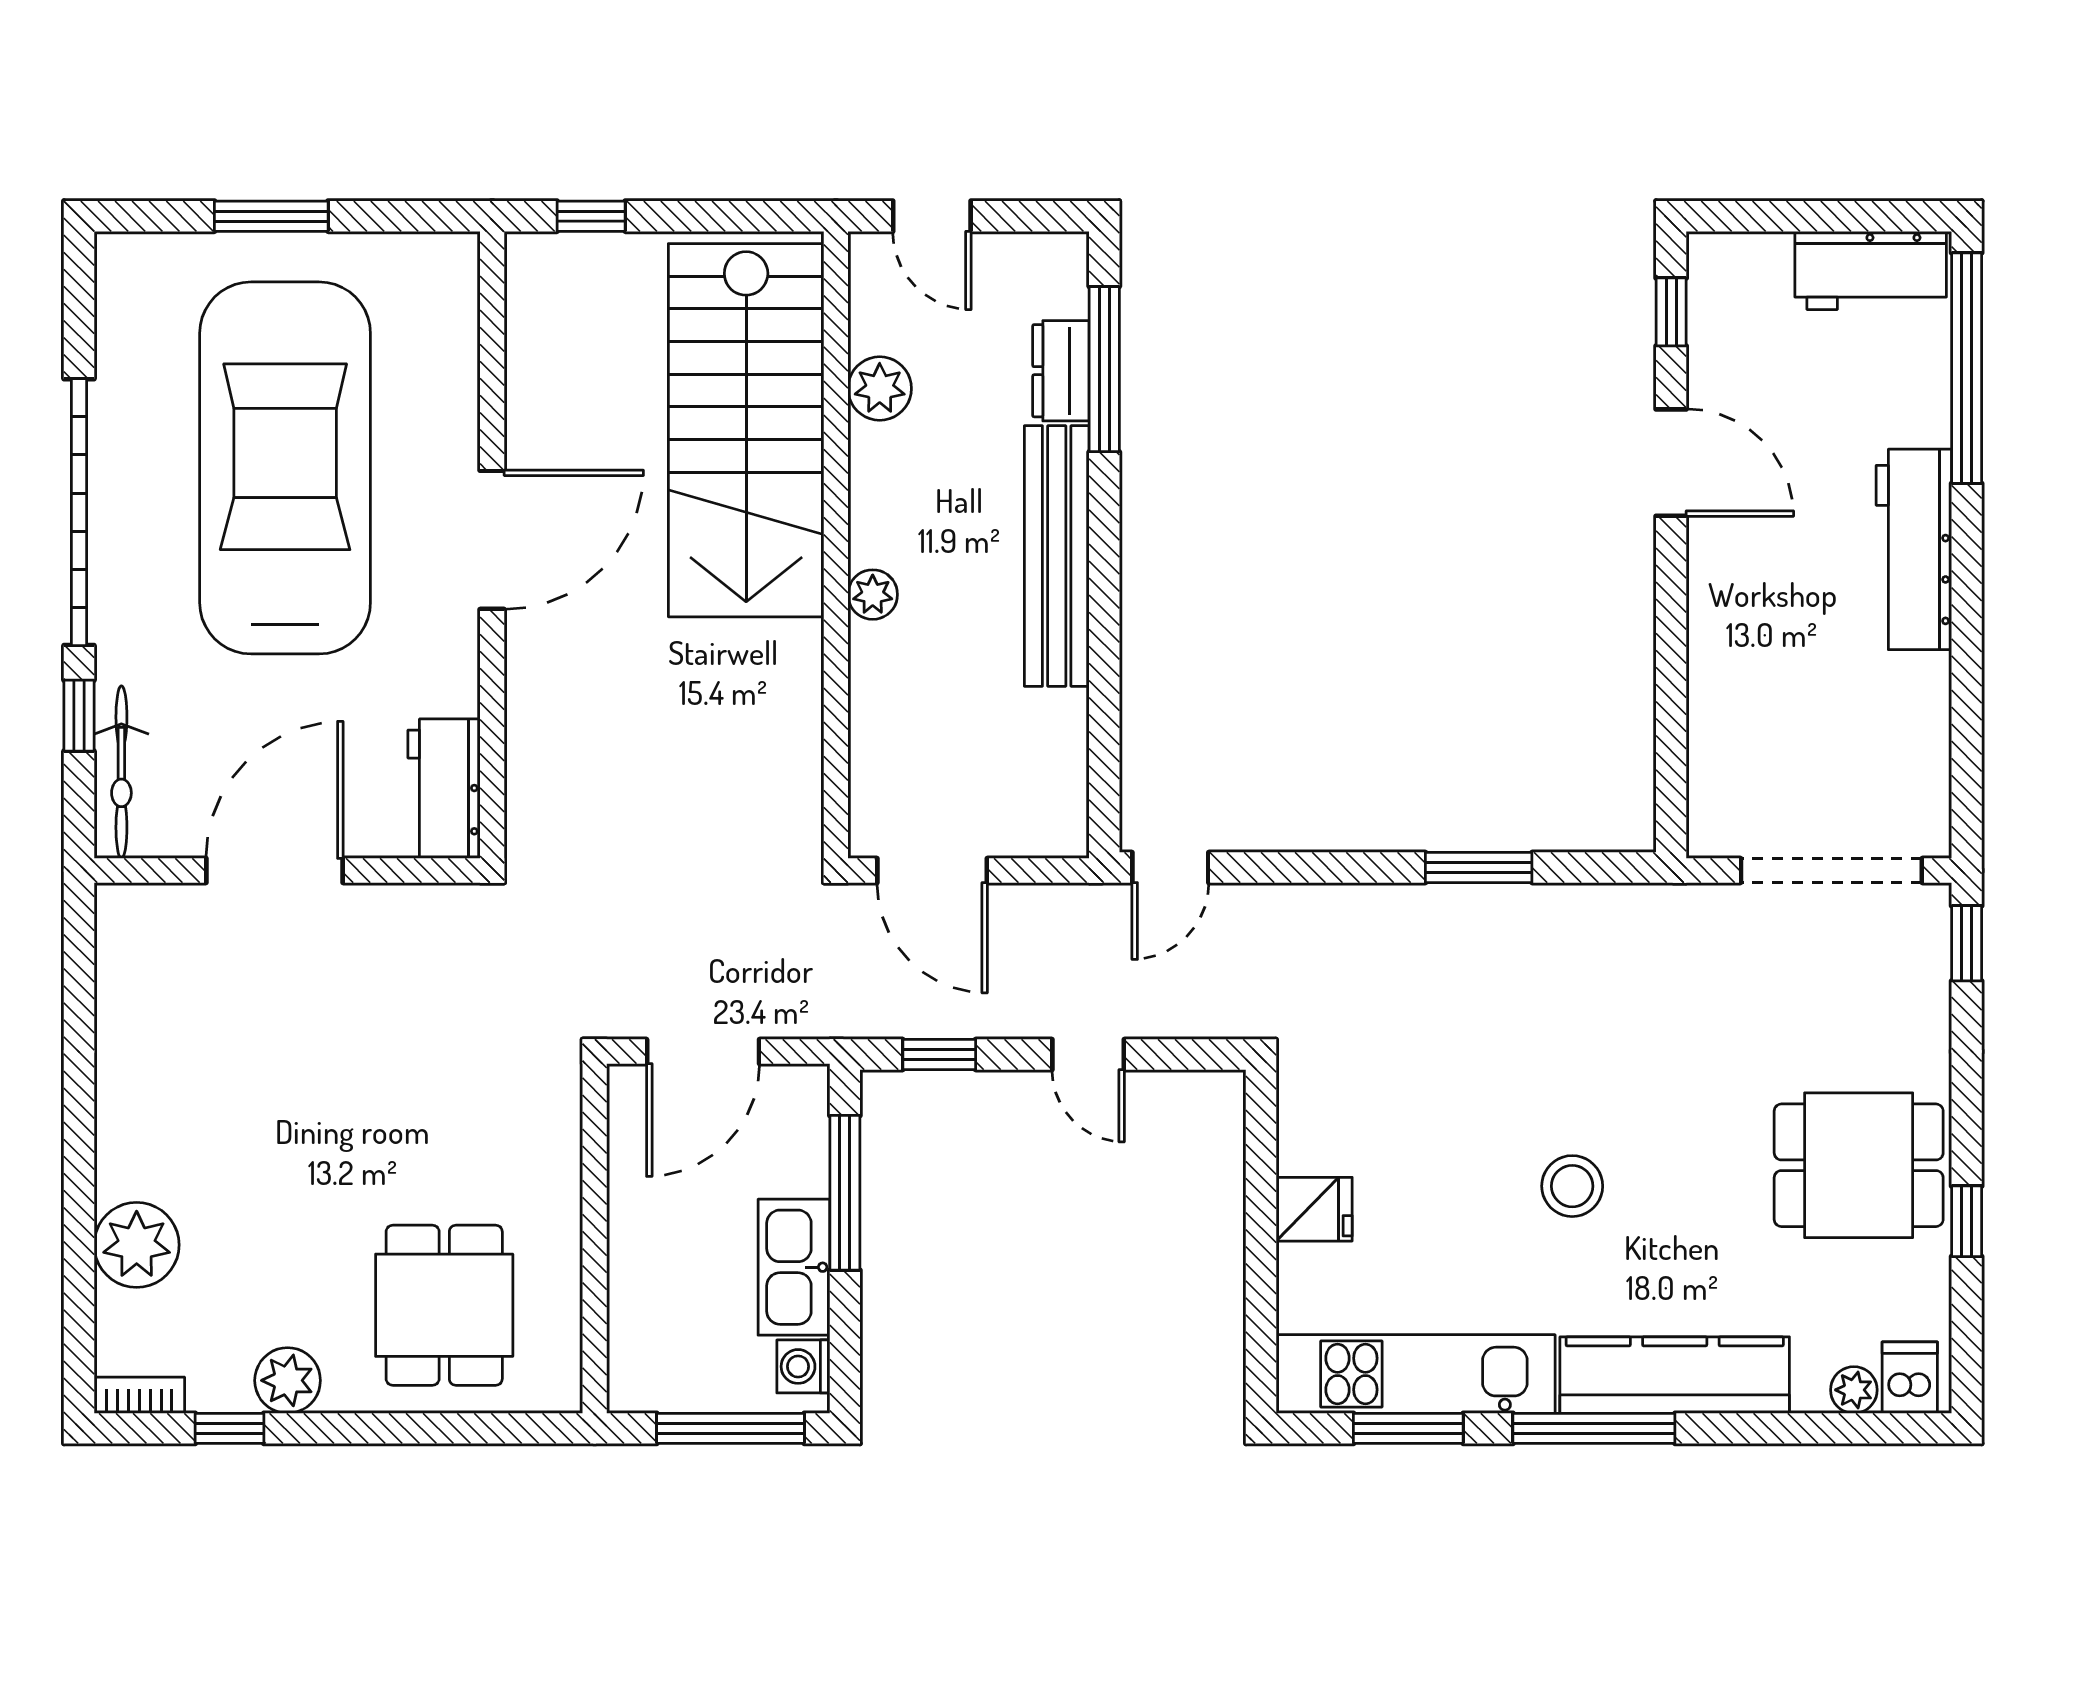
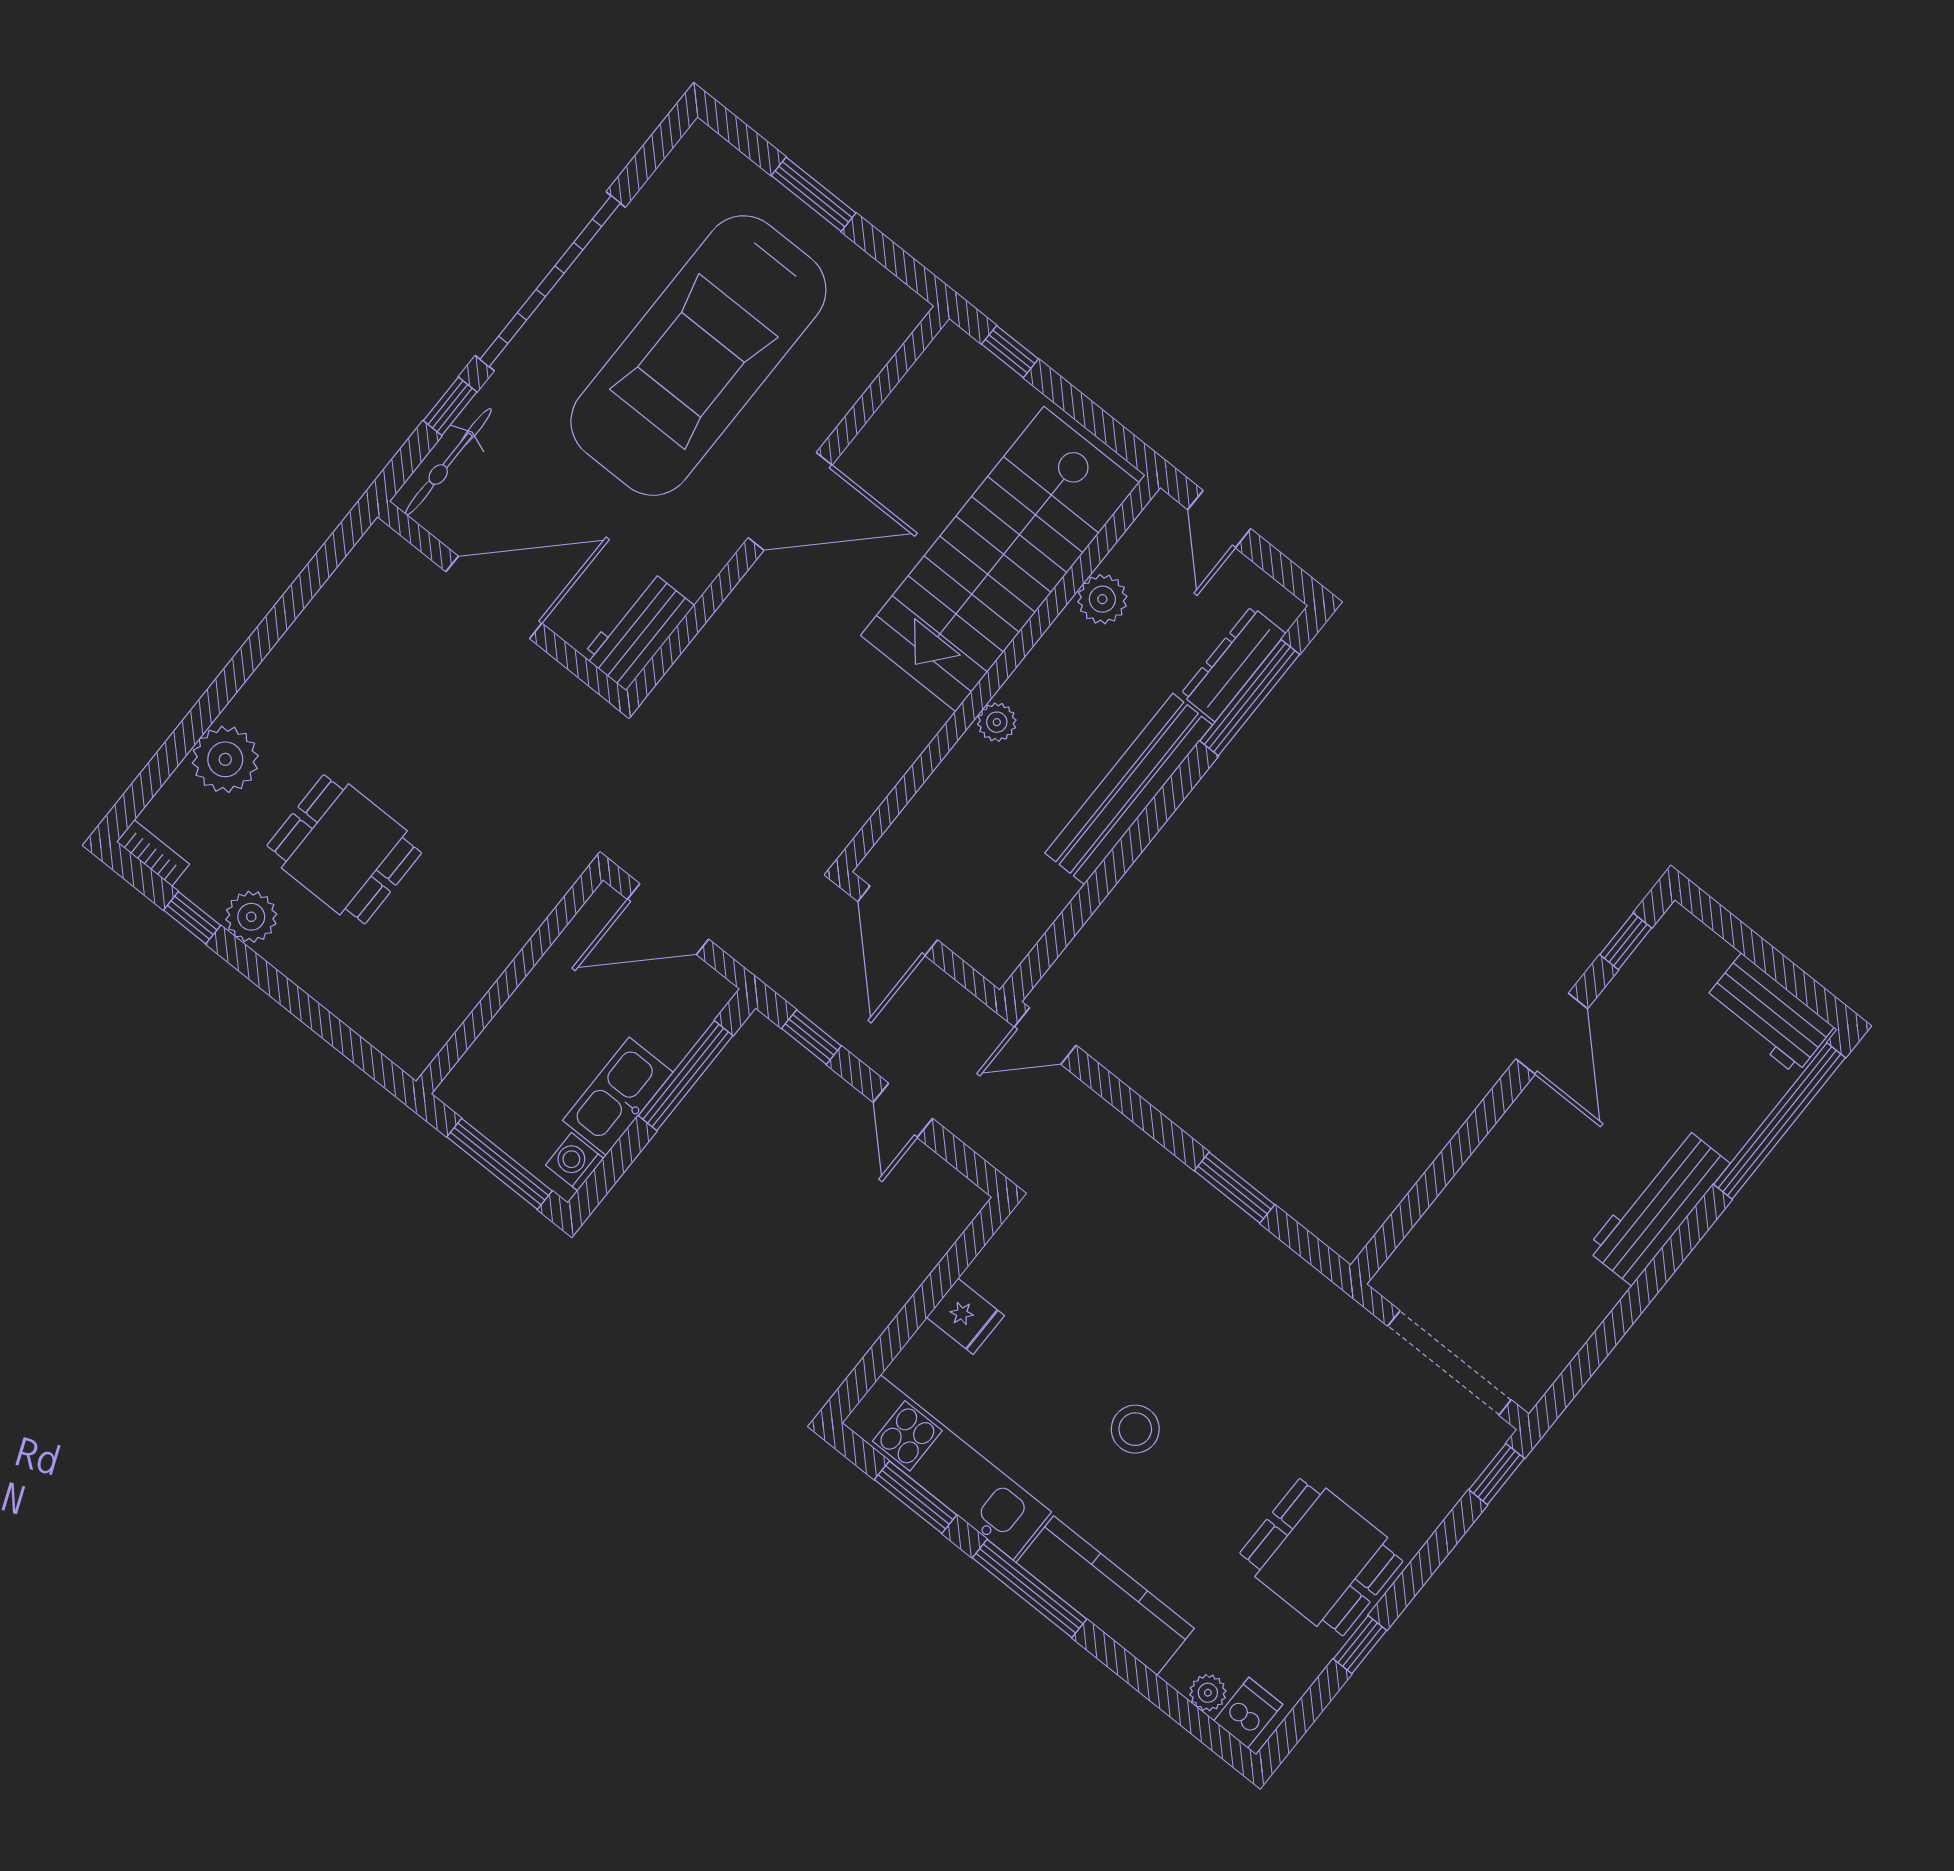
dresser: (1061, 371) -> (1233, 664), width x1.44
car: (285, 468) -> (698, 356), turned 180
dining table: (444, 1305) -> (344, 849), moved, turned 90

